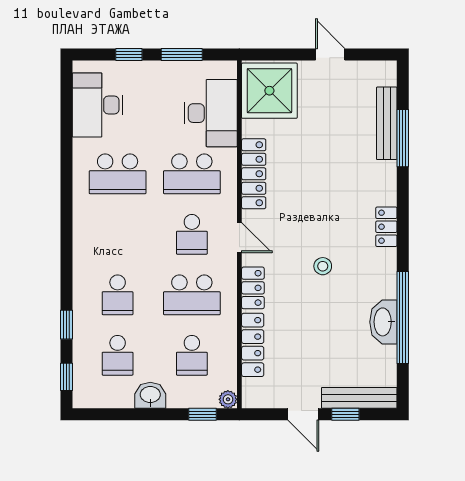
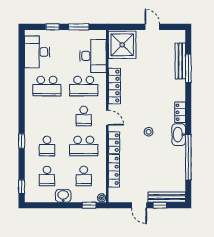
washbasin: (383, 322) -> (179, 135), moved
window: (66, 325) -> (22, 141), moved

